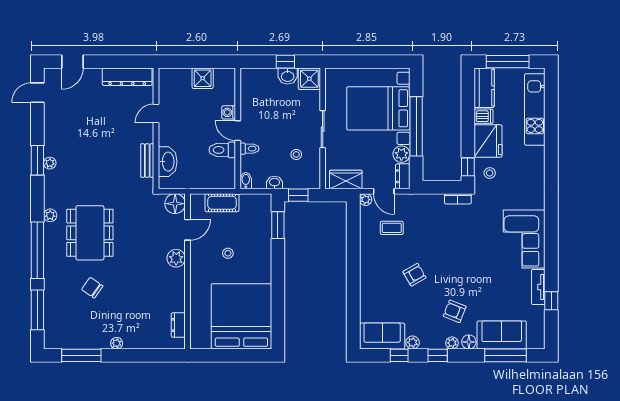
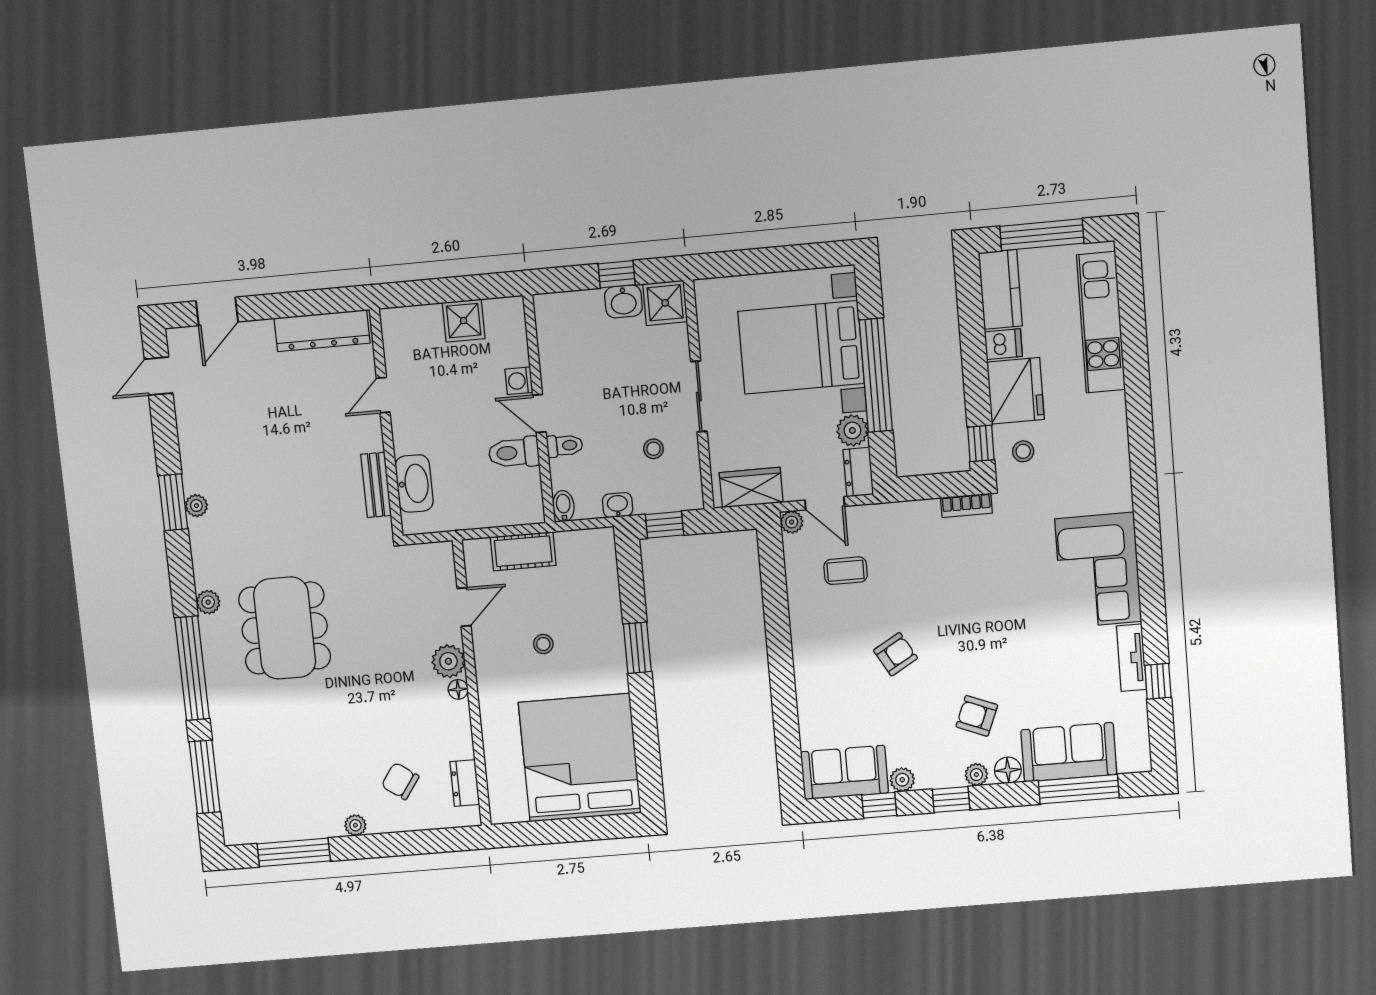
floor lamp: (175, 204) -> (458, 689), moved, width x0.53, depth x0.53
window: (278, 225) -> (637, 648), moved
chair: (92, 288) -> (400, 781), moved

